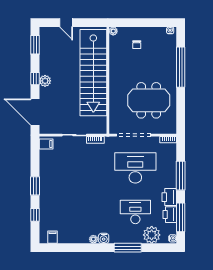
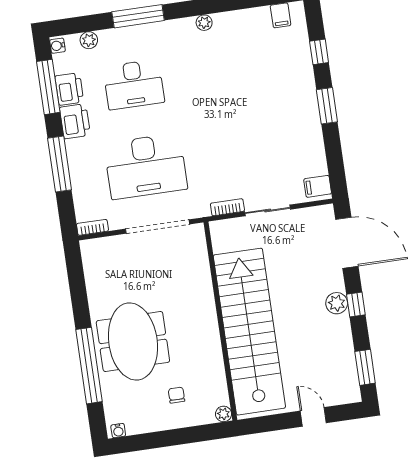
meeting table: (149, 100) -> (133, 341), moved, turned 90
plant: (152, 235) -> (89, 40), width x0.53, depth x0.53
water cooler: (104, 238) -> (185, 27), removed

